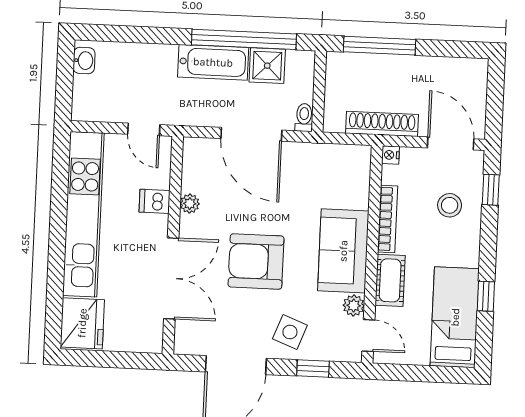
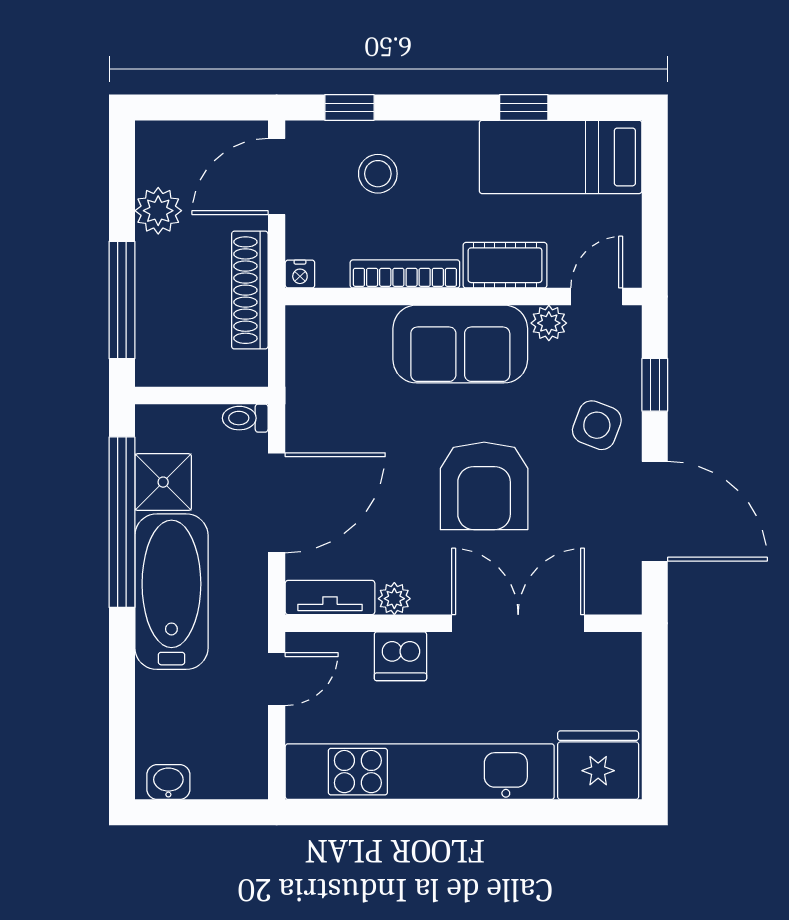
bathtub: (213, 62) -> (171, 592), width x1.36, depth x1.36
plant: (433, 70) -> (158, 211), added
tv unit: (192, 164) -> (330, 598), added
dishwasher: (155, 201) -> (400, 656), width x1.38

